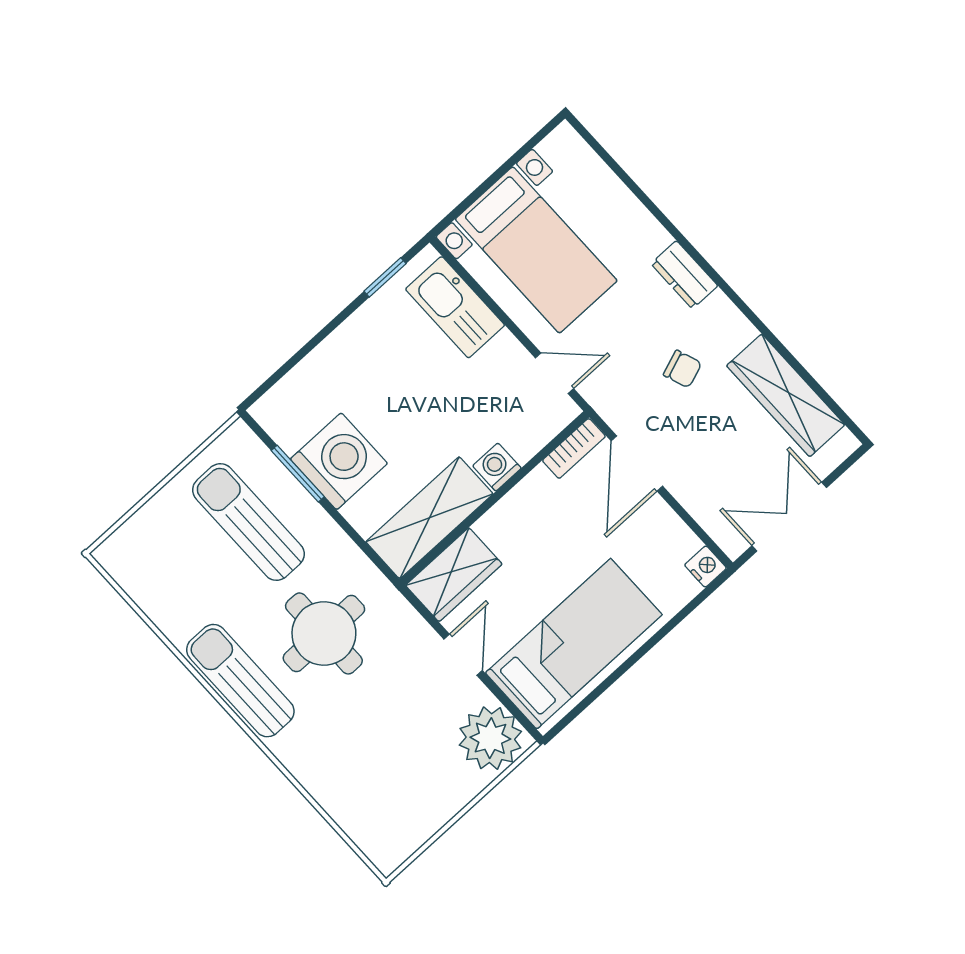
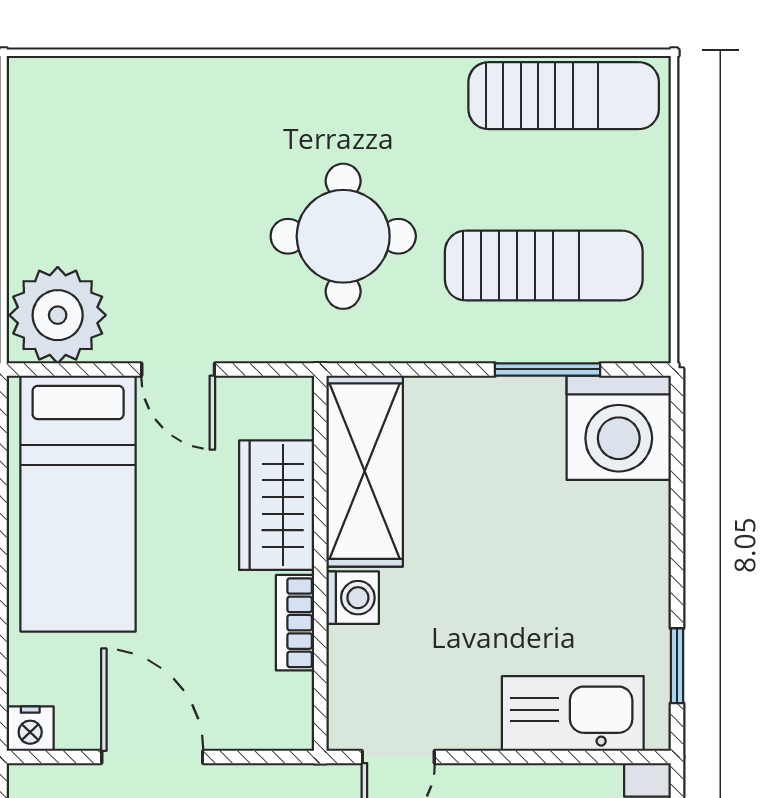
bookcase: (574, 448) -> (295, 623), moved
washing machine: (339, 461) -> (619, 428), moved
door: (637, 463) -> (152, 757), moved
wardrobe: (454, 575) -> (277, 505), moved
sun lounger: (240, 681) -> (564, 96), moved

